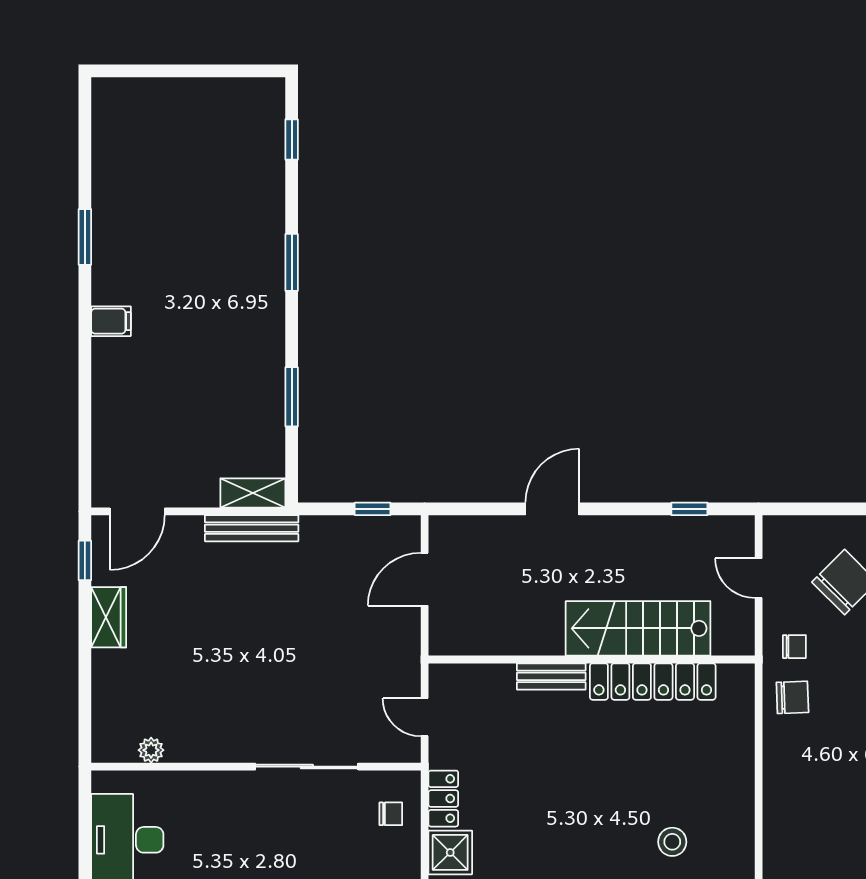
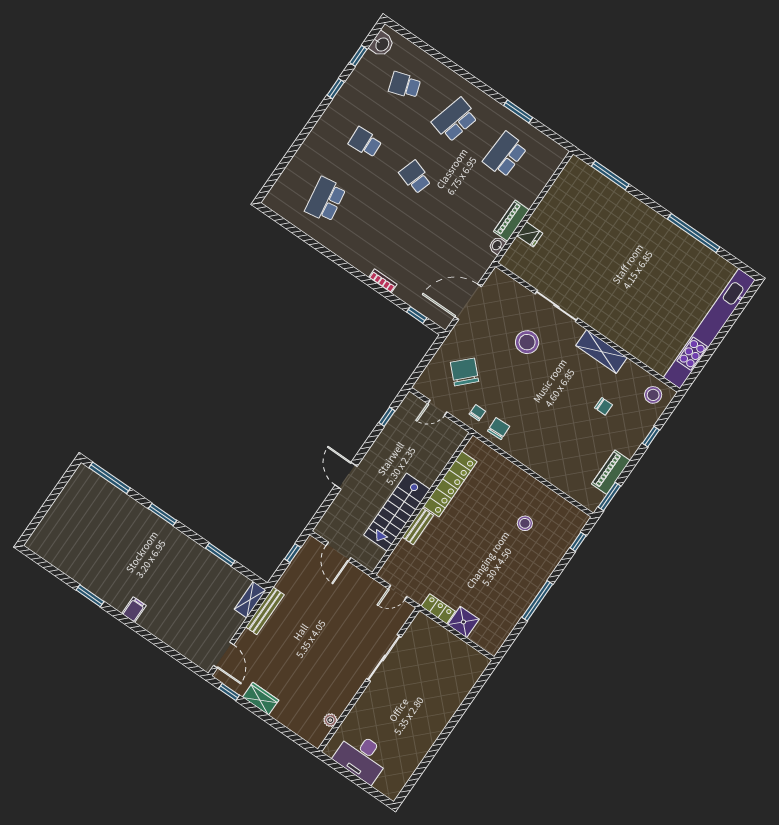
window: (292, 140) -> (110, 478), width x2.17
stairs: (638, 628) -> (397, 512), moved
chair: (391, 814) -> (429, 636), removed

